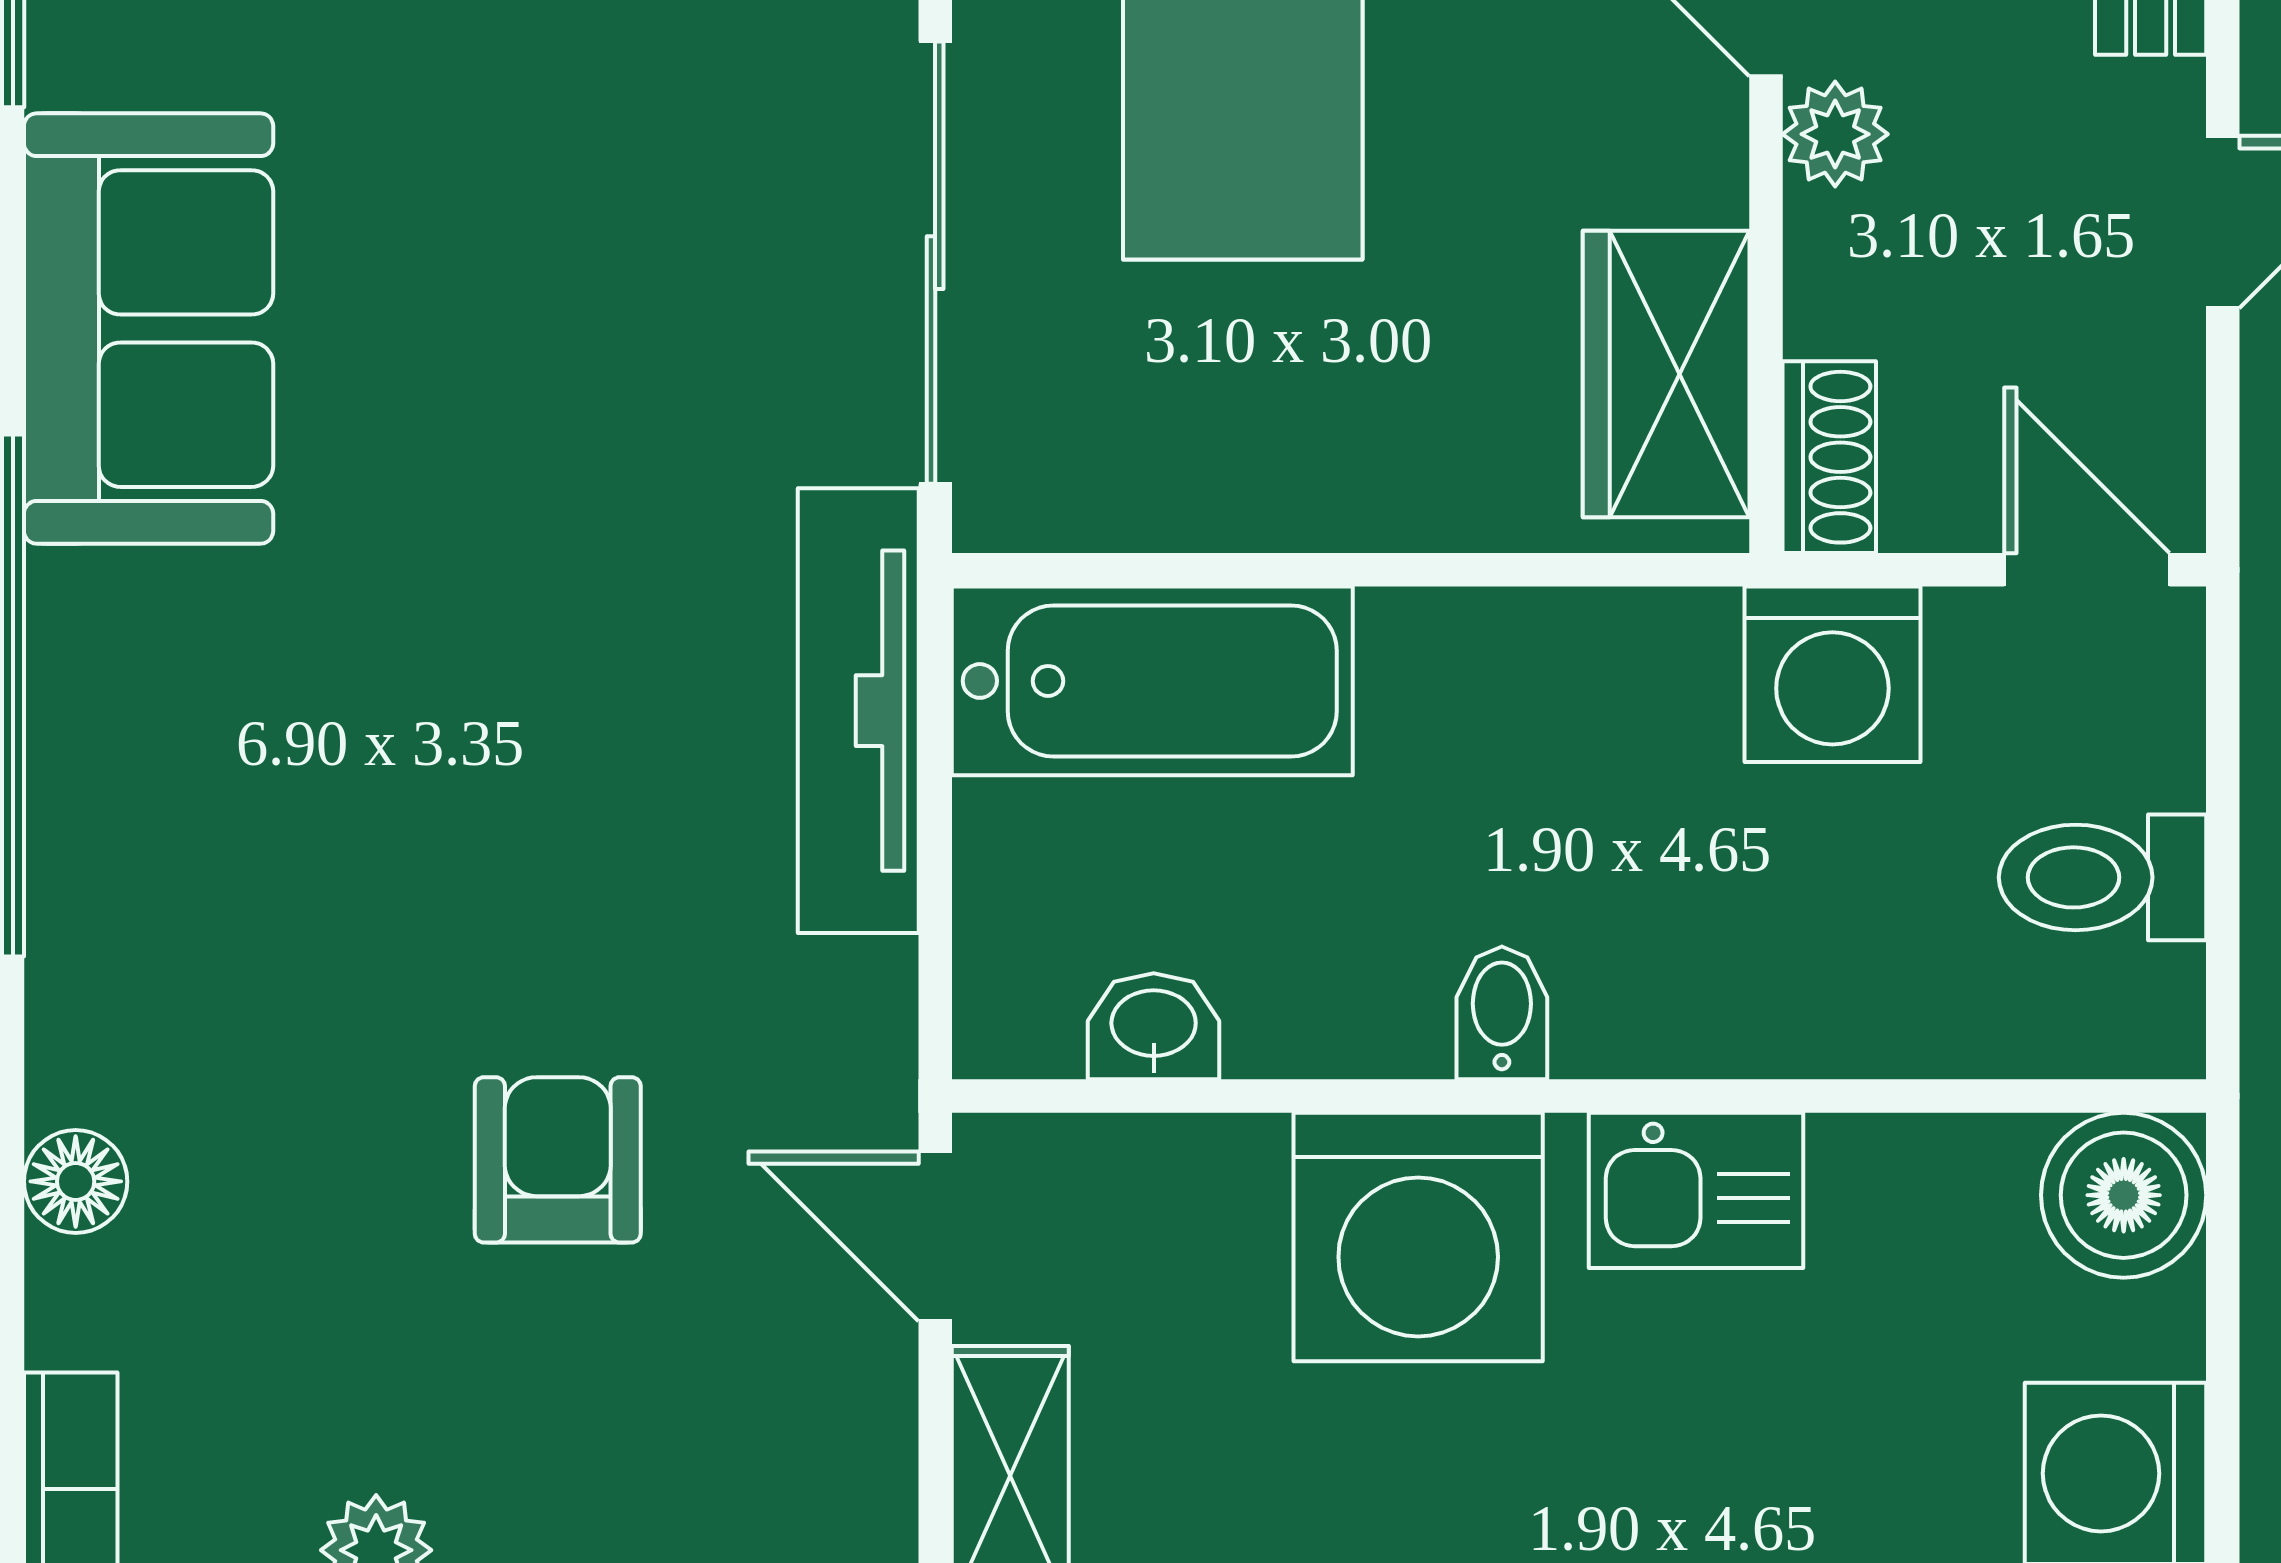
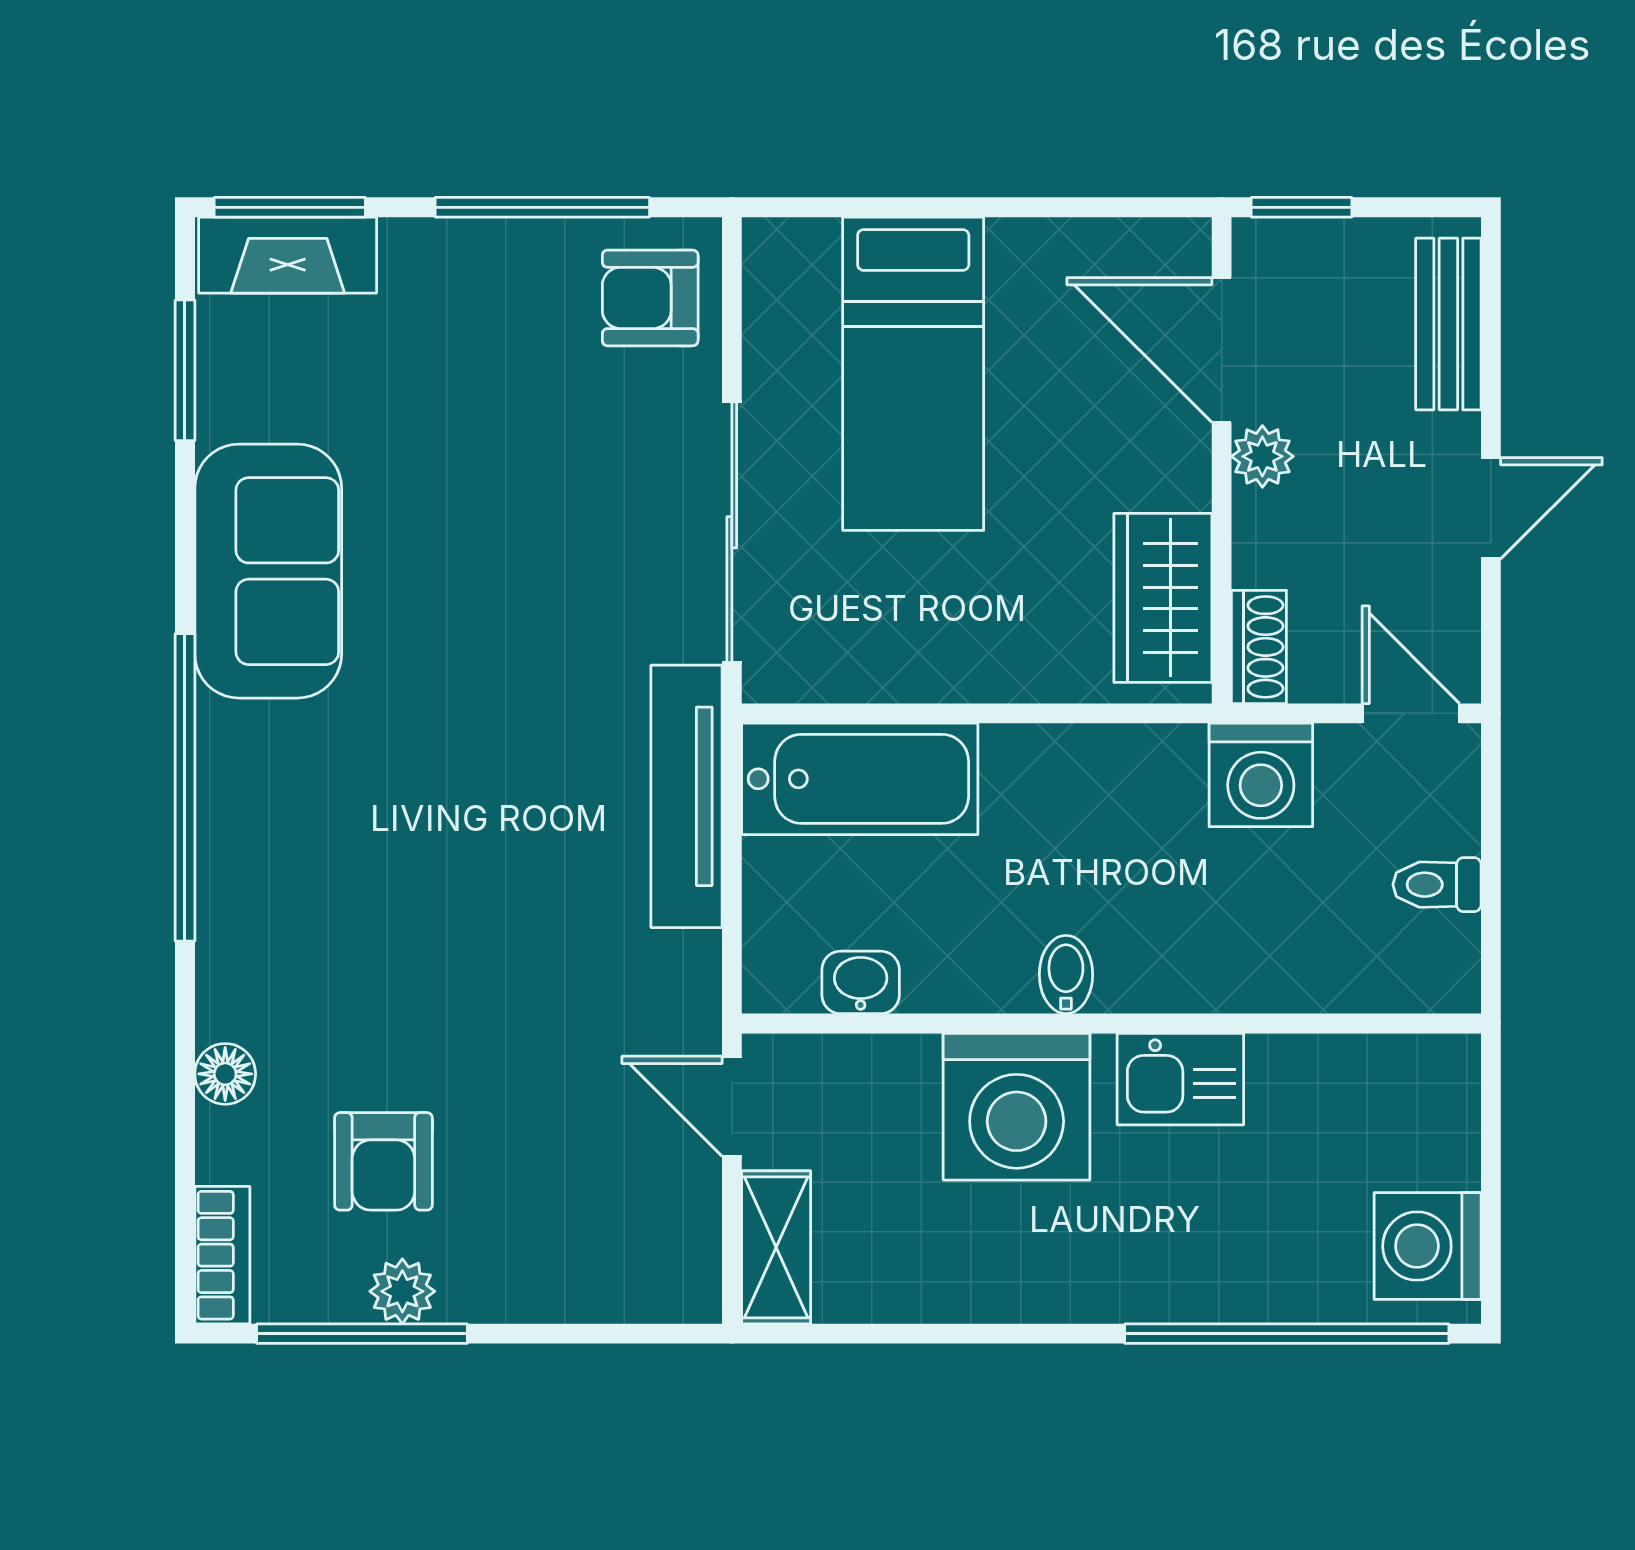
toilet: (2103, 877) -> (1437, 885), width x0.73, depth x0.72
armchair: (558, 1160) -> (383, 1161), moved, turned 180
boiler: (2124, 1195) -> (1432, 1082), removed

